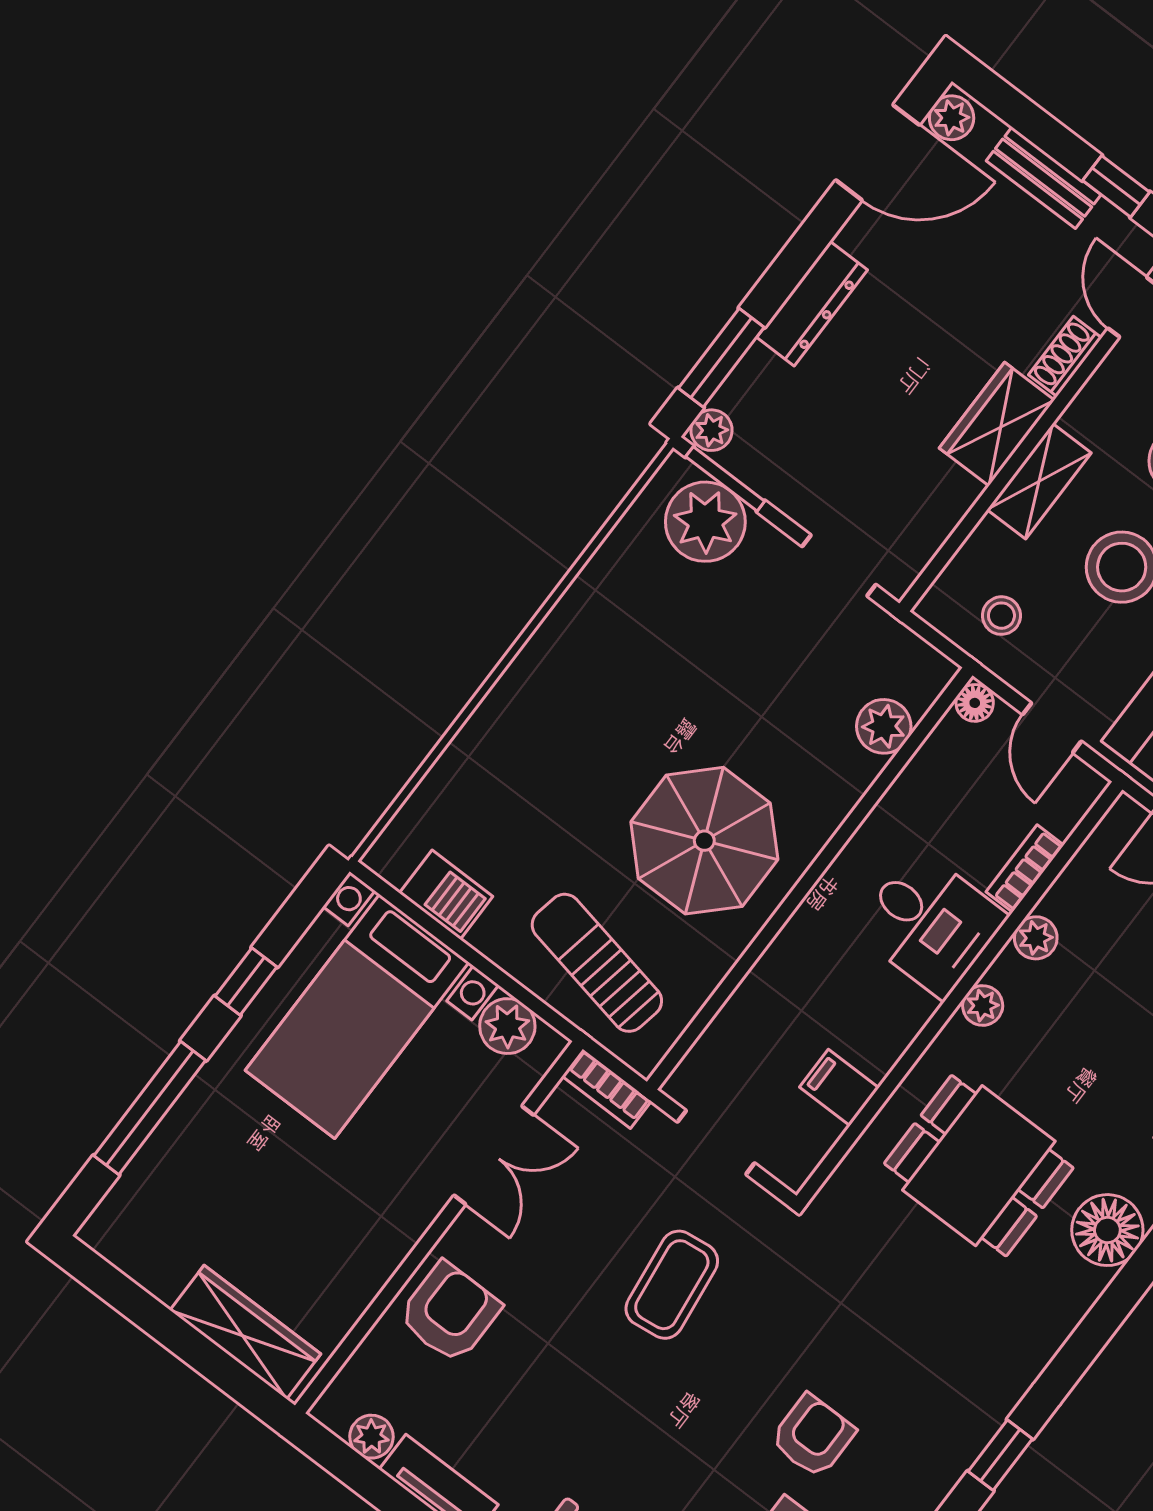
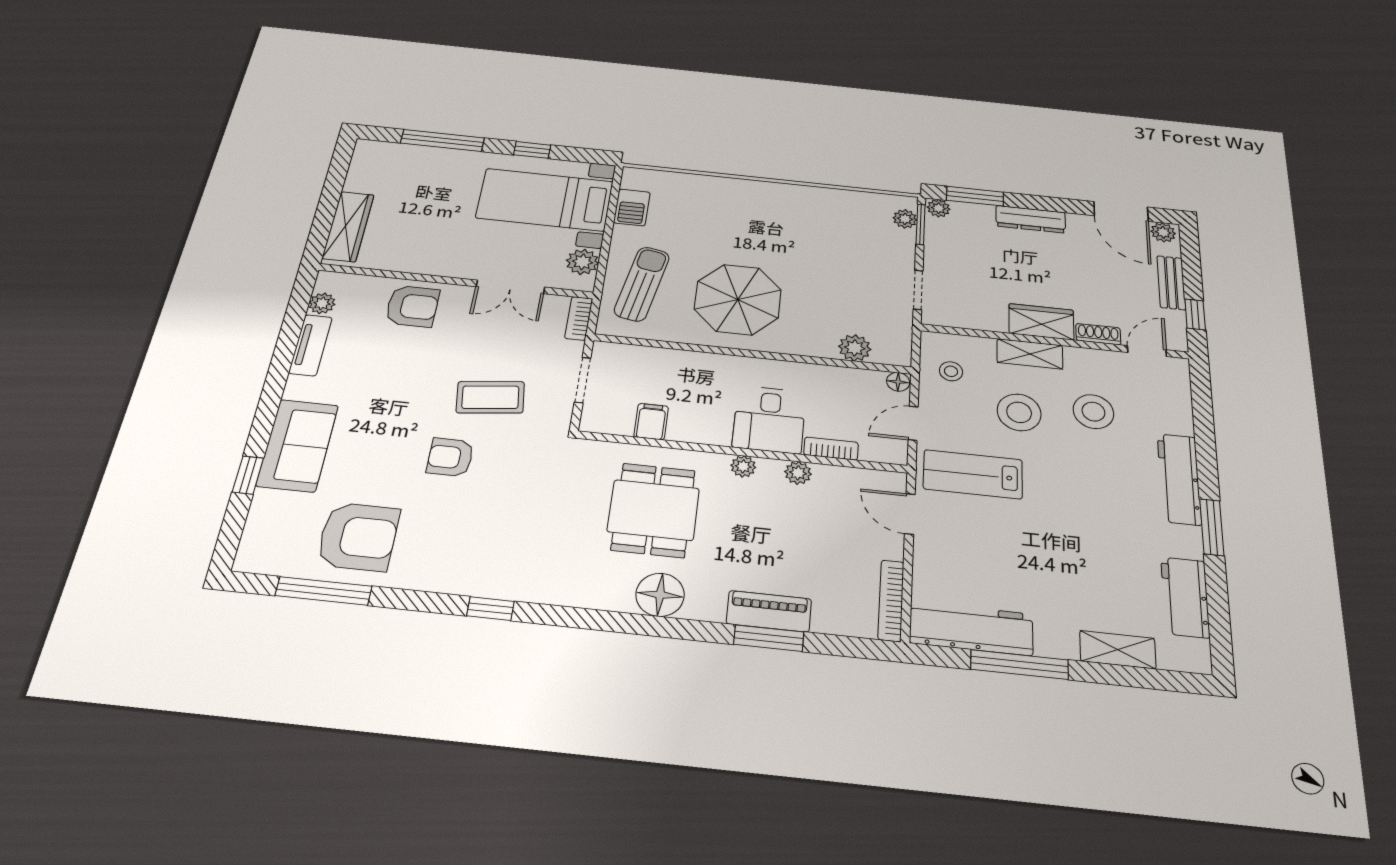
plant: (705, 522) -> (905, 219), width x0.53, depth x0.53
armchair: (813, 1436) -> (450, 457), moved, turned 180

